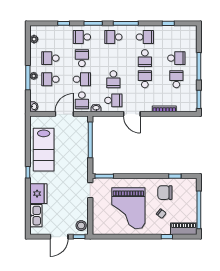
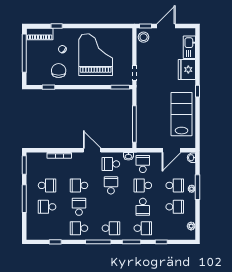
school desk: (145, 79) -> (79, 185), turned 90
school desk: (176, 79) -> (47, 185), turned -90
door: (64, 114) -> (171, 150), moved
chair: (165, 193) -> (59, 71), turned -90

